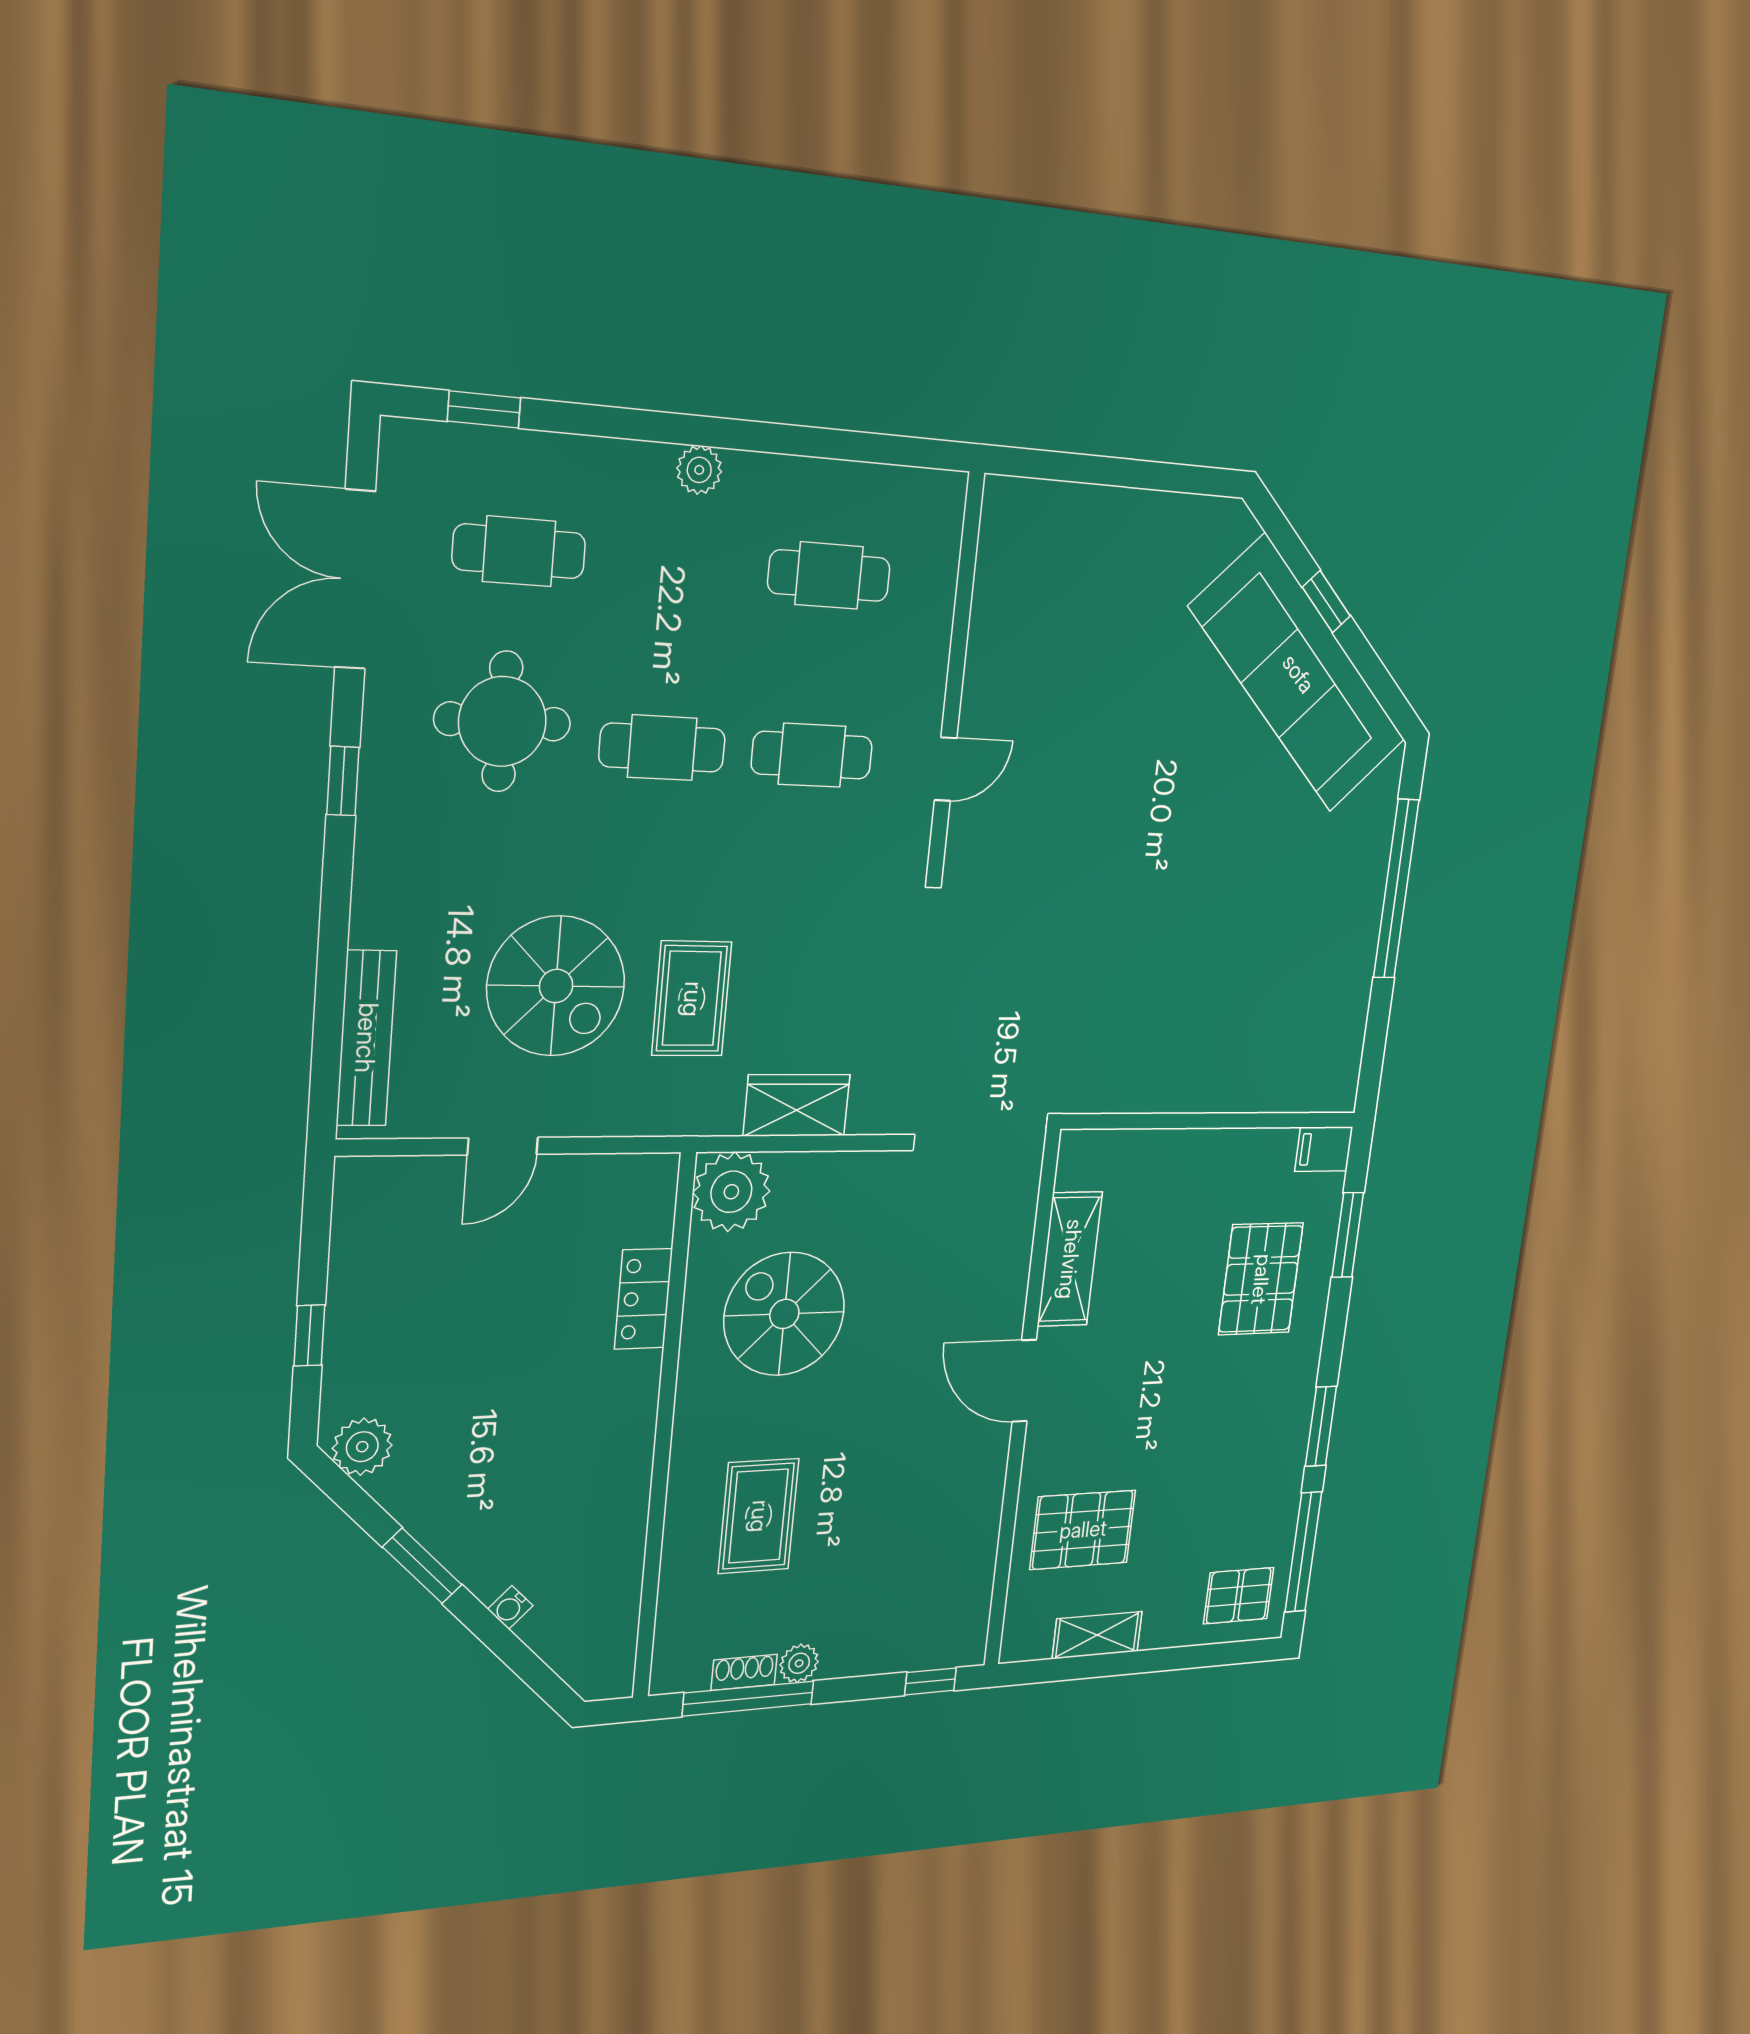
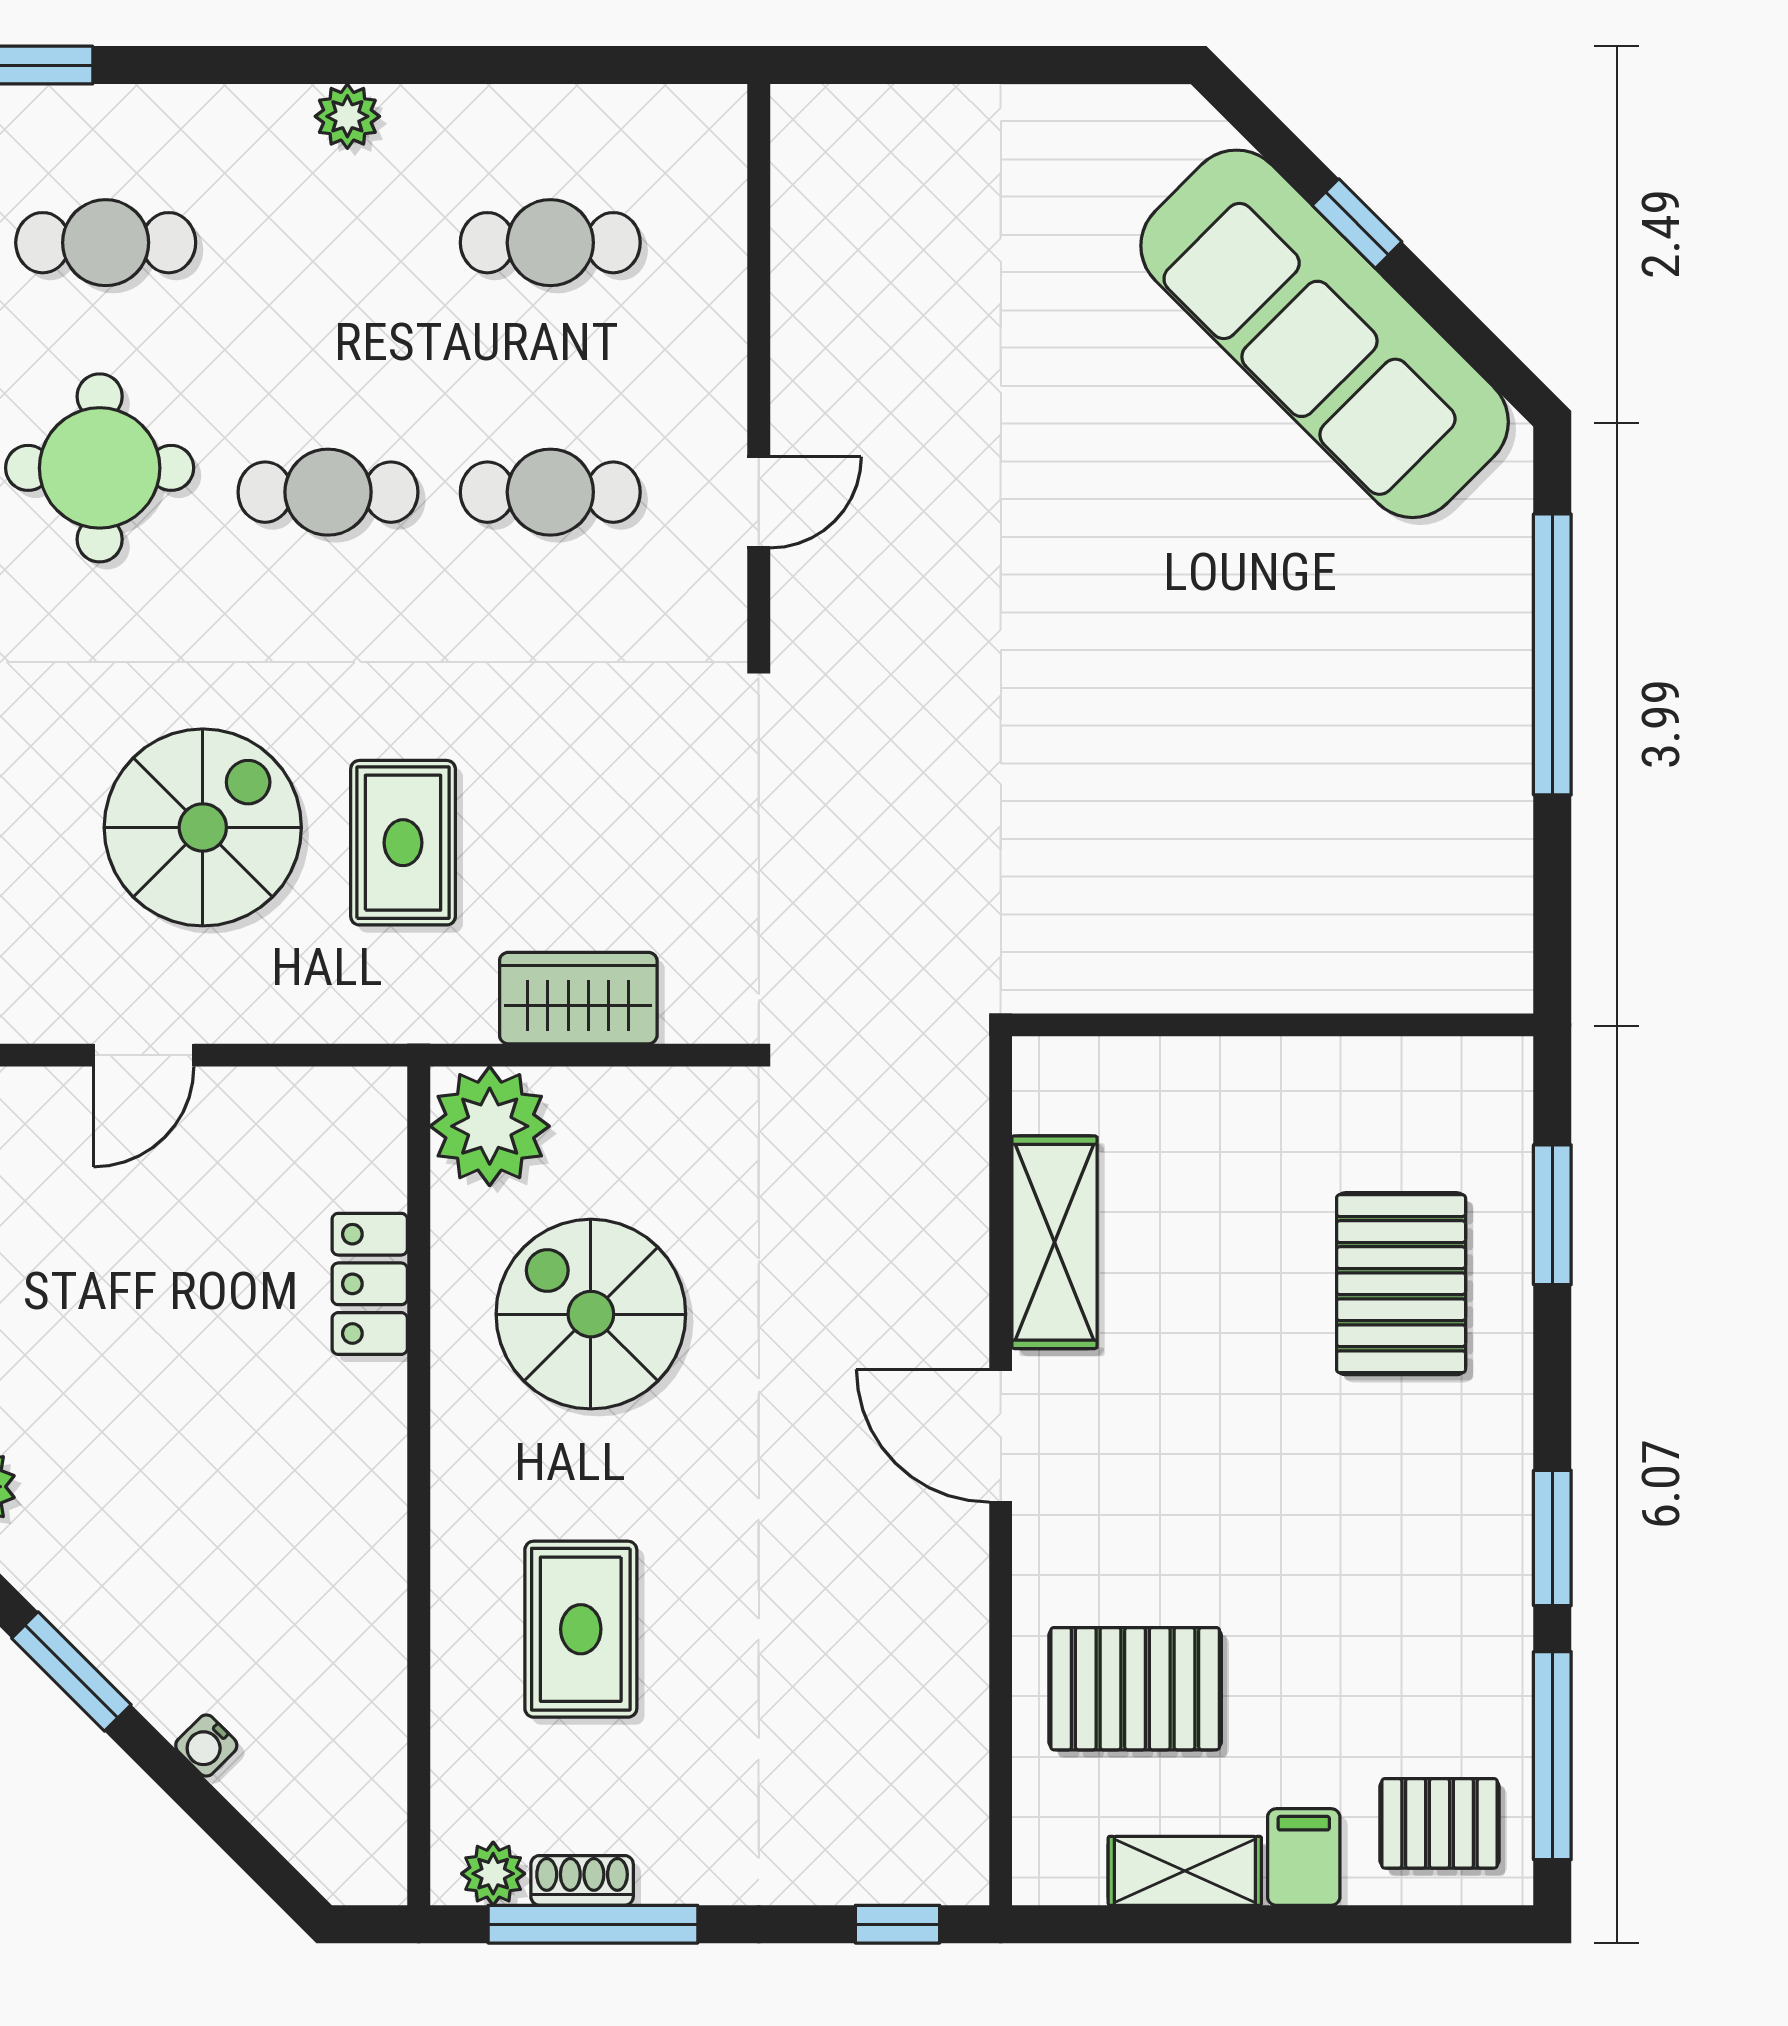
spiral stairs: (556, 986) -> (203, 827), turned -90
filing cabinet: (1324, 1149) -> (1304, 1857), moved, turned 90
plant: (799, 1663) -> (493, 1874), moved

